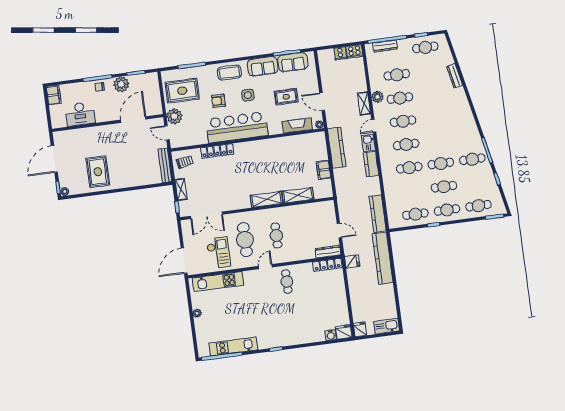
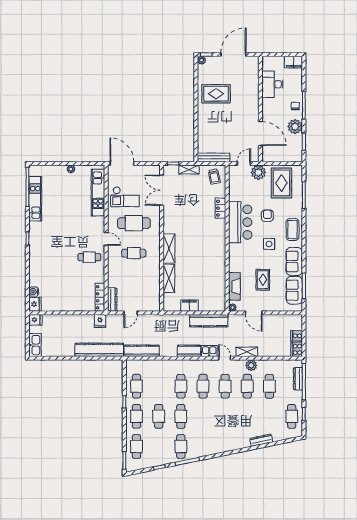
door: (322, 102) -> (254, 313), swing flipped
bar counter: (237, 127) -> (240, 222), width x0.73
locker: (217, 151) -> (221, 208), width x0.66
door: (54, 159) -> (233, 55), hinge flipped

